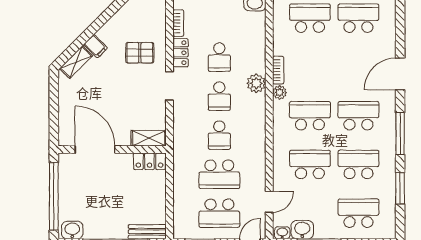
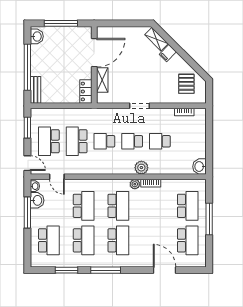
pallet: (140, 53) -> (186, 84), moved
locker: (180, 53) -> (163, 114), removed
door: (400, 74) -> (165, 270), moved
shelving: (149, 138) -> (102, 80), moved
window: (54, 196) -> (61, 23), width x0.68

